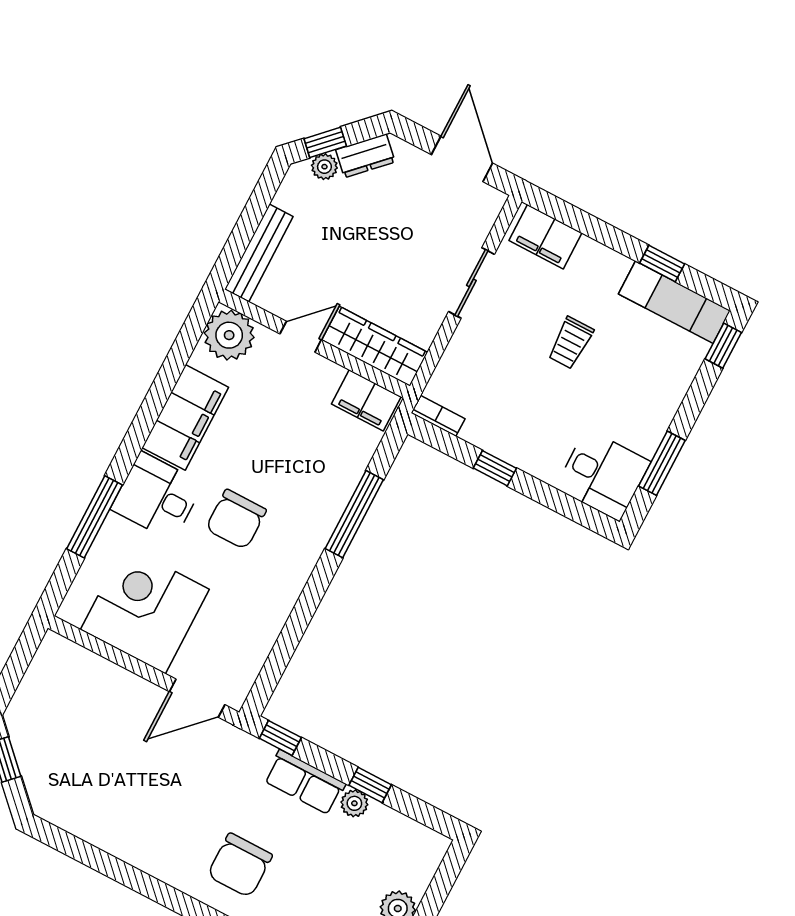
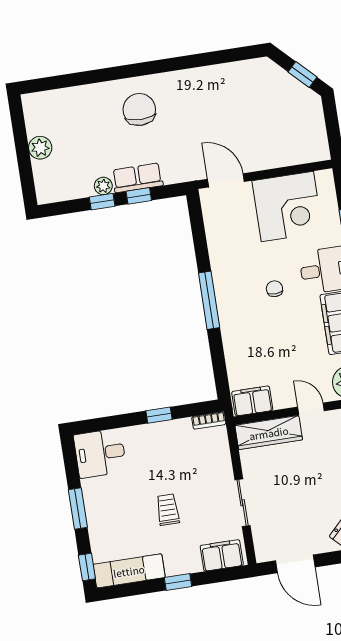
window: (662, 264) -> (178, 582), moved
door: (301, 337) -> (311, 409), swing flipped
window: (662, 463) -> (78, 508), moved
window: (354, 514) -> (209, 300), moved
chair: (236, 519) -> (274, 289), width x0.54, depth x0.54
door: (197, 698) -> (226, 180), hinge flipped
window: (280, 738) -> (139, 196), moved

